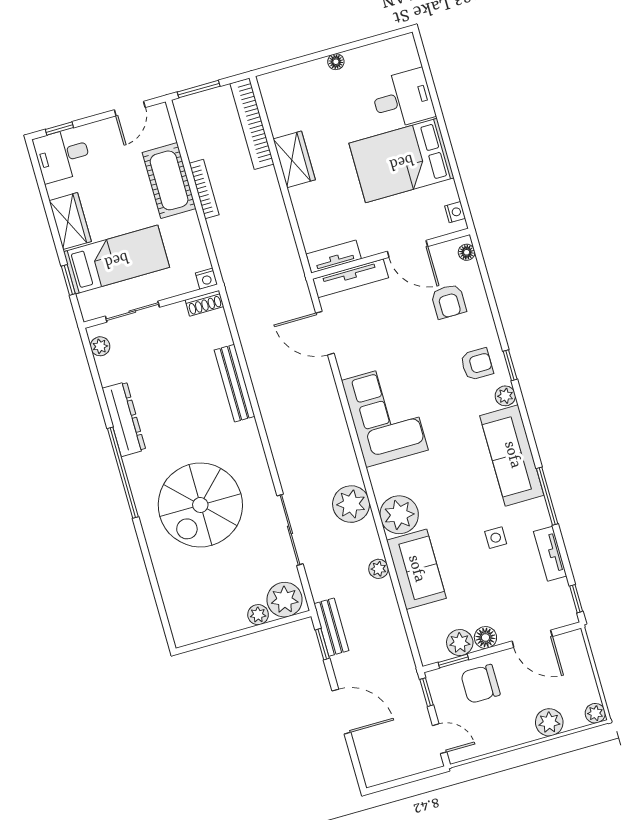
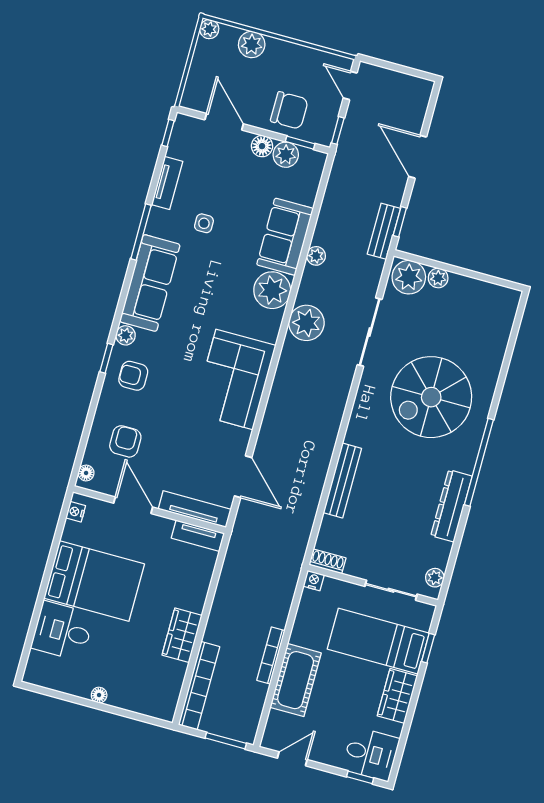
spiral stairs: (200, 505) -> (431, 397), turned 180

